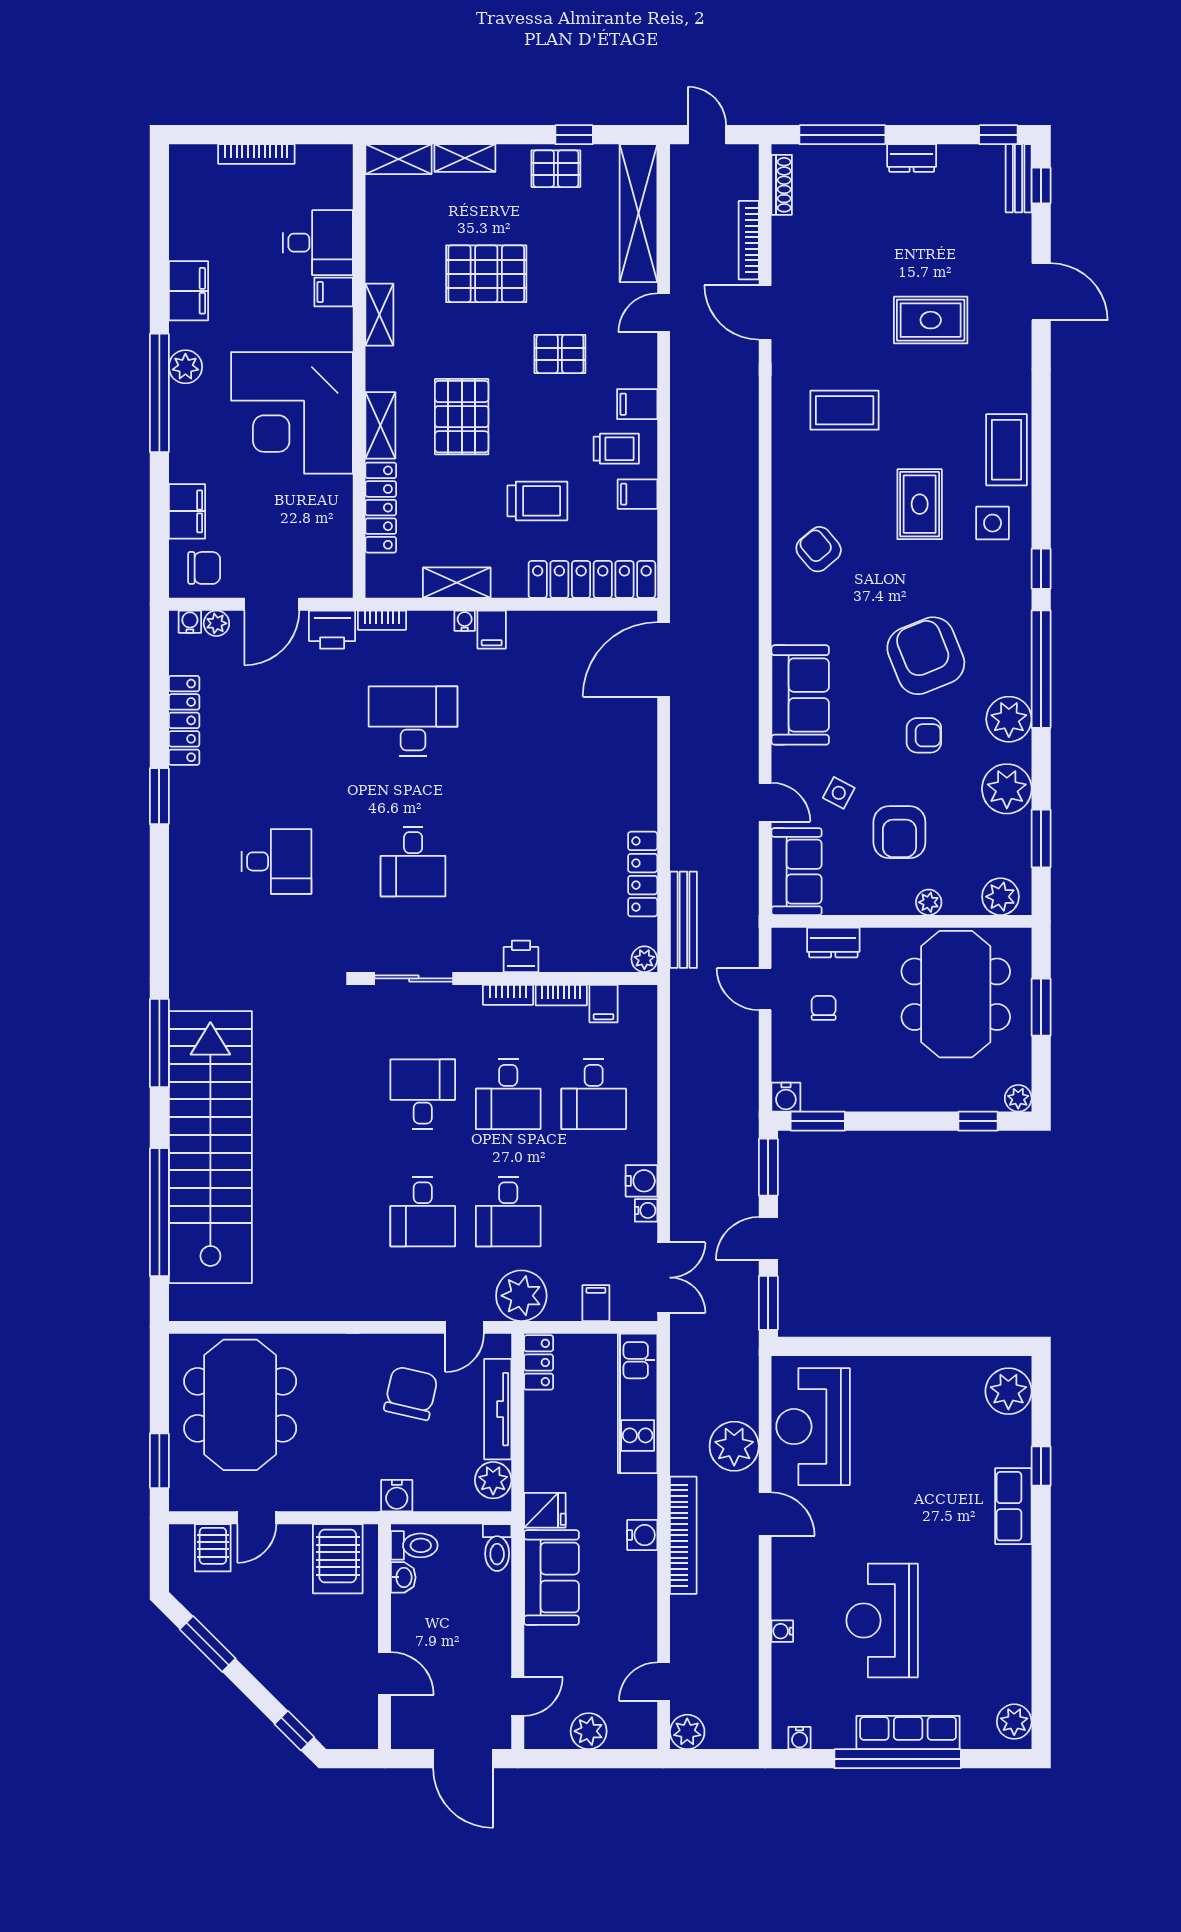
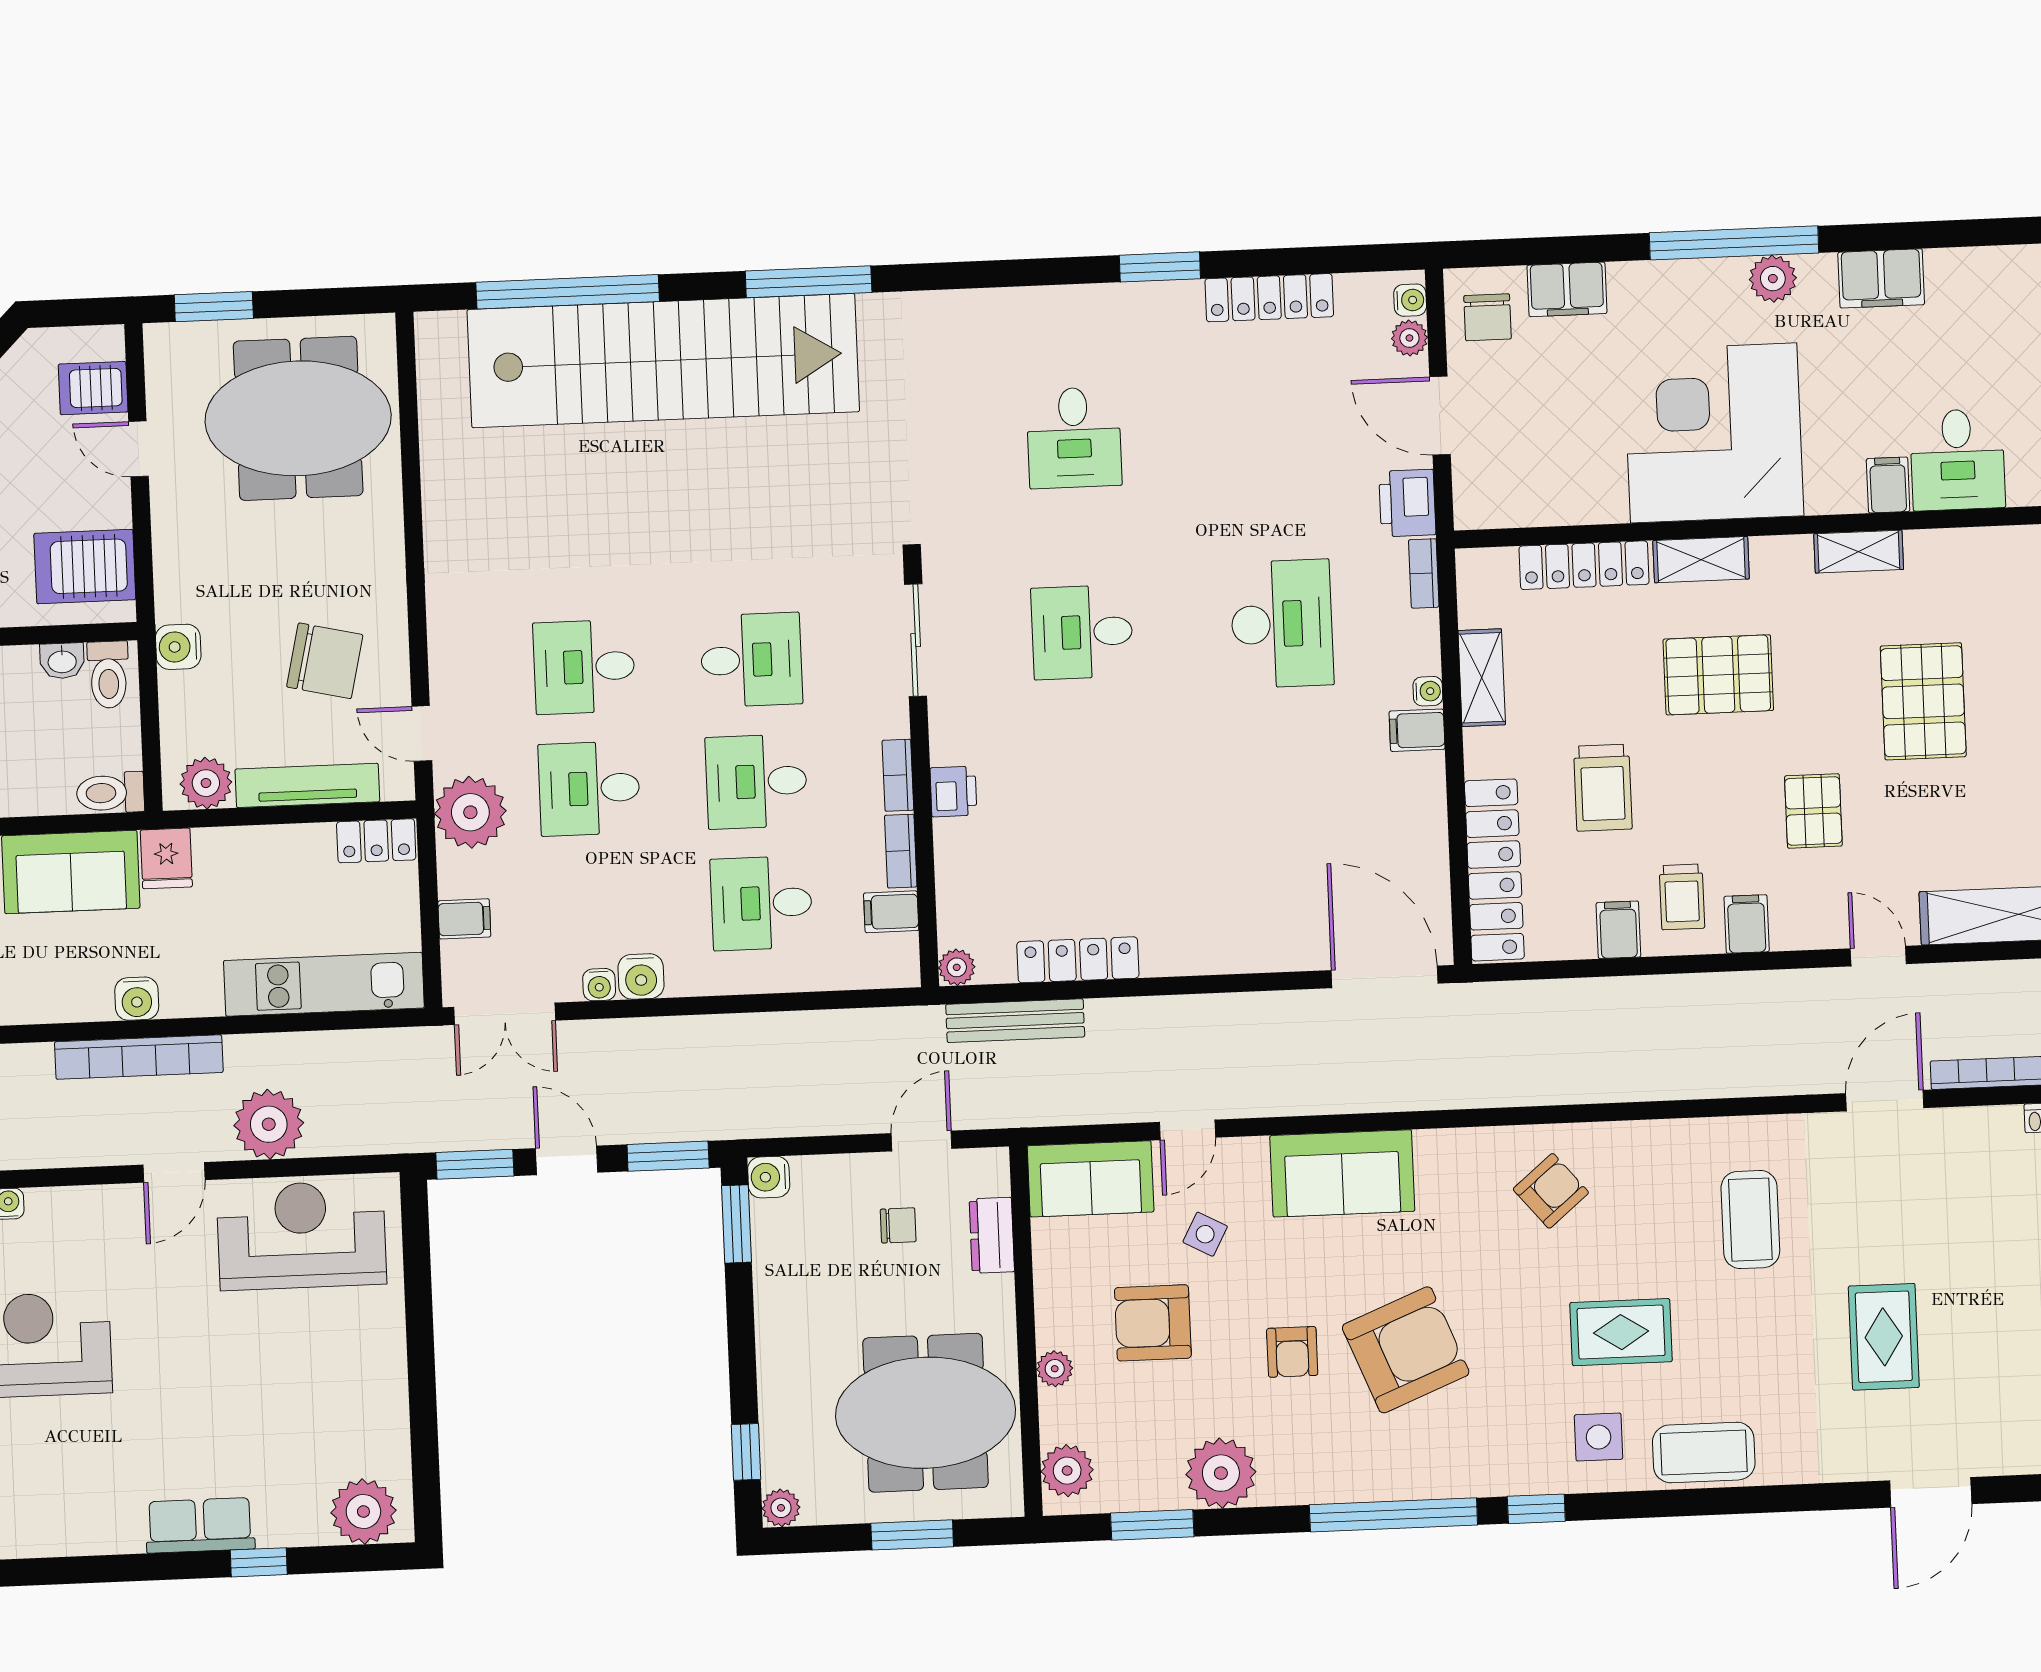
plant: (1009, 719) -> (1320, 1472), removed

